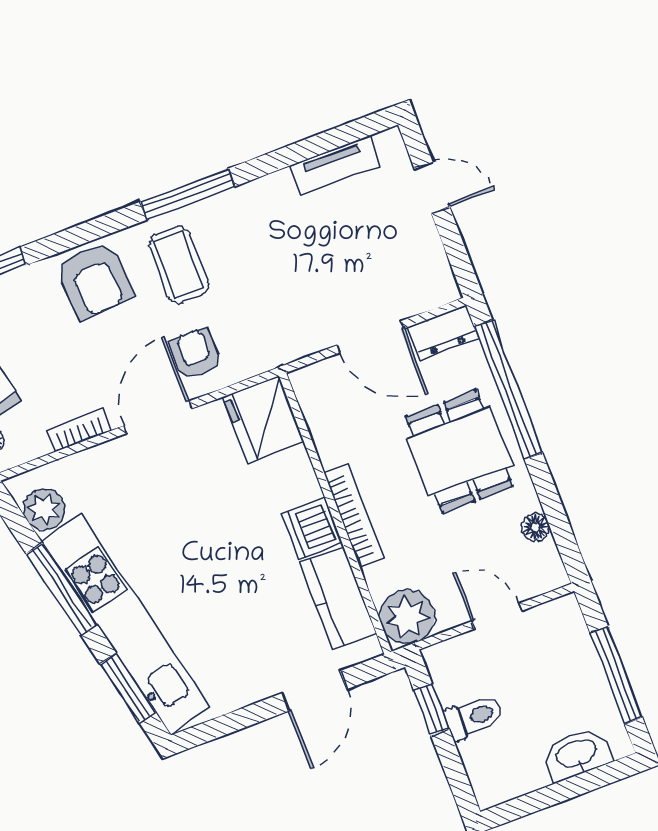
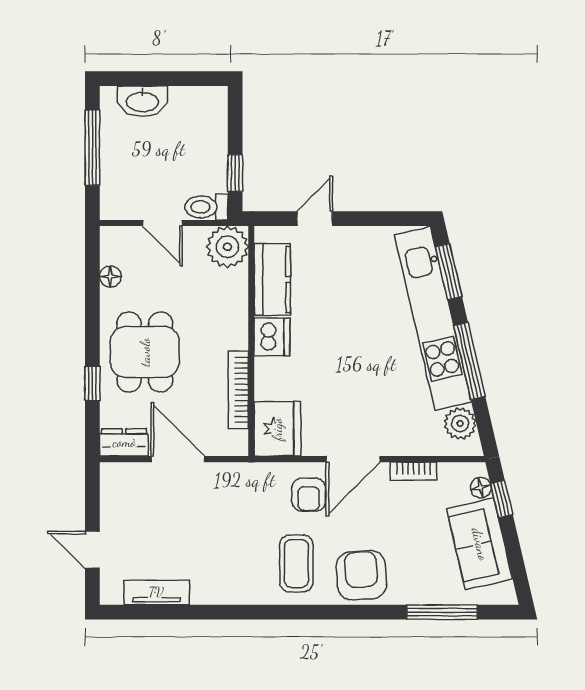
window: (187, 194) -> (271, 612), removed
window: (508, 390) -> (92, 383), width x0.32
bookcase: (354, 516) -> (238, 390), moved
door: (314, 691) -> (315, 219), width x0.73
toilet: (474, 717) -> (206, 207), moved

